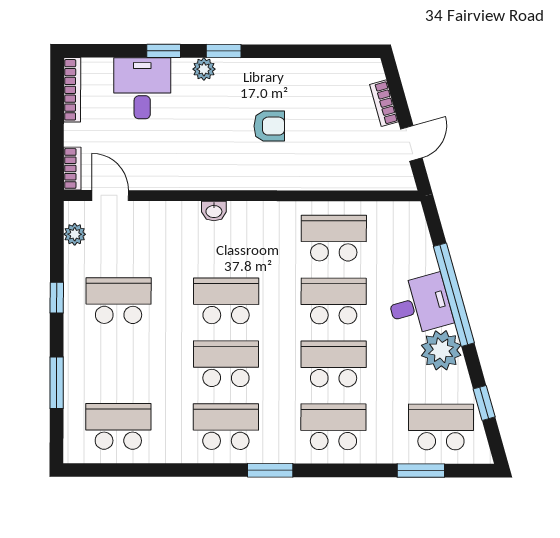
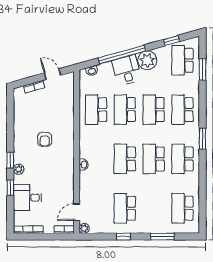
armchair: (269, 126) -> (45, 139), turned 180
washbasin: (418, 229) -> (92, 71), added
plant: (75, 234) -> (84, 228), moved

